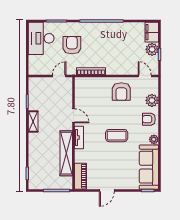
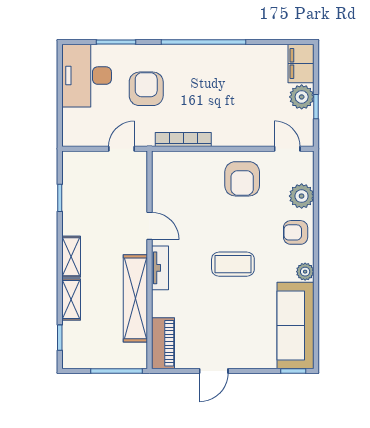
shelving: (33, 121) -> (71, 257), moved
shelving: (33, 154) -> (71, 299), added

